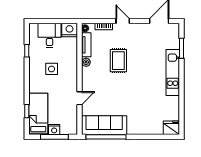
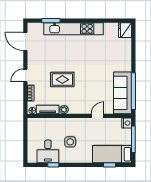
nightstand: (70, 30) -> (34, 125), removed
desk: (49, 35) -> (48, 151), moved, turned -90
kitchen unit: (173, 73) -> (73, 29), width x1.36
door: (79, 98) -> (97, 116), hinge flipped
nightstand: (54, 130) -> (127, 123), moved

